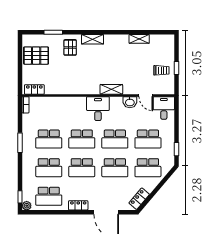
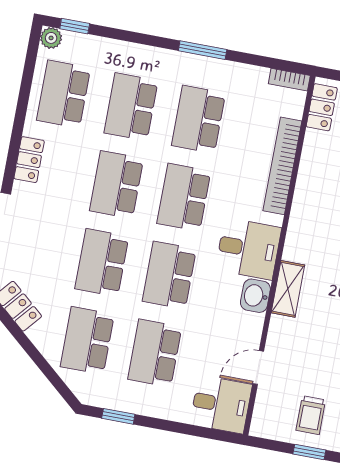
bookcase: (61, 101) -> (282, 166), added
washbasin: (130, 102) -> (255, 296), moved

